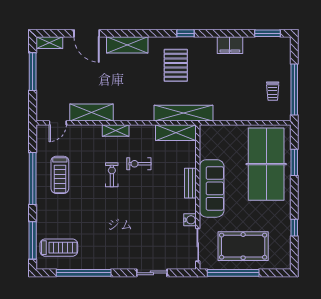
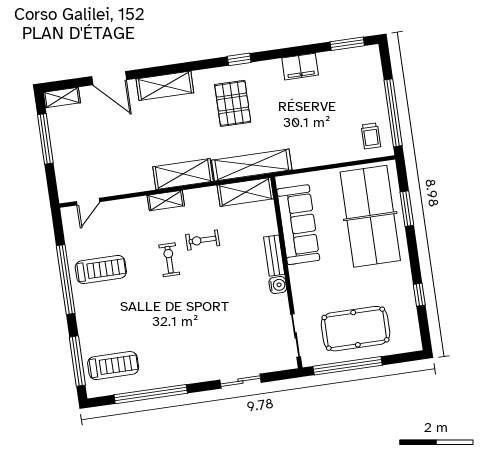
trolley: (273, 91) -> (371, 136), moved
shelving: (92, 113) -> (183, 174), moved
treadmill: (60, 175) -> (101, 269), turned -90
sofa: (212, 188) -> (298, 225), moved
water cooler: (190, 220) -> (278, 285), moved

